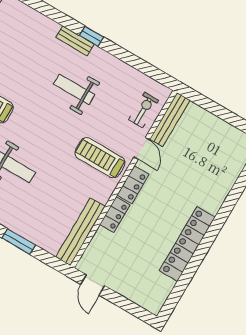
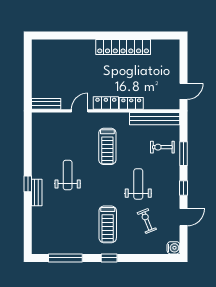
weight bench: (74, 89) -> (68, 175), turned 180
exercise bike: (144, 110) -> (162, 147), moved
bench: (170, 120) -> (46, 104), width x0.73
treadmill: (100, 158) -> (107, 146), moved

